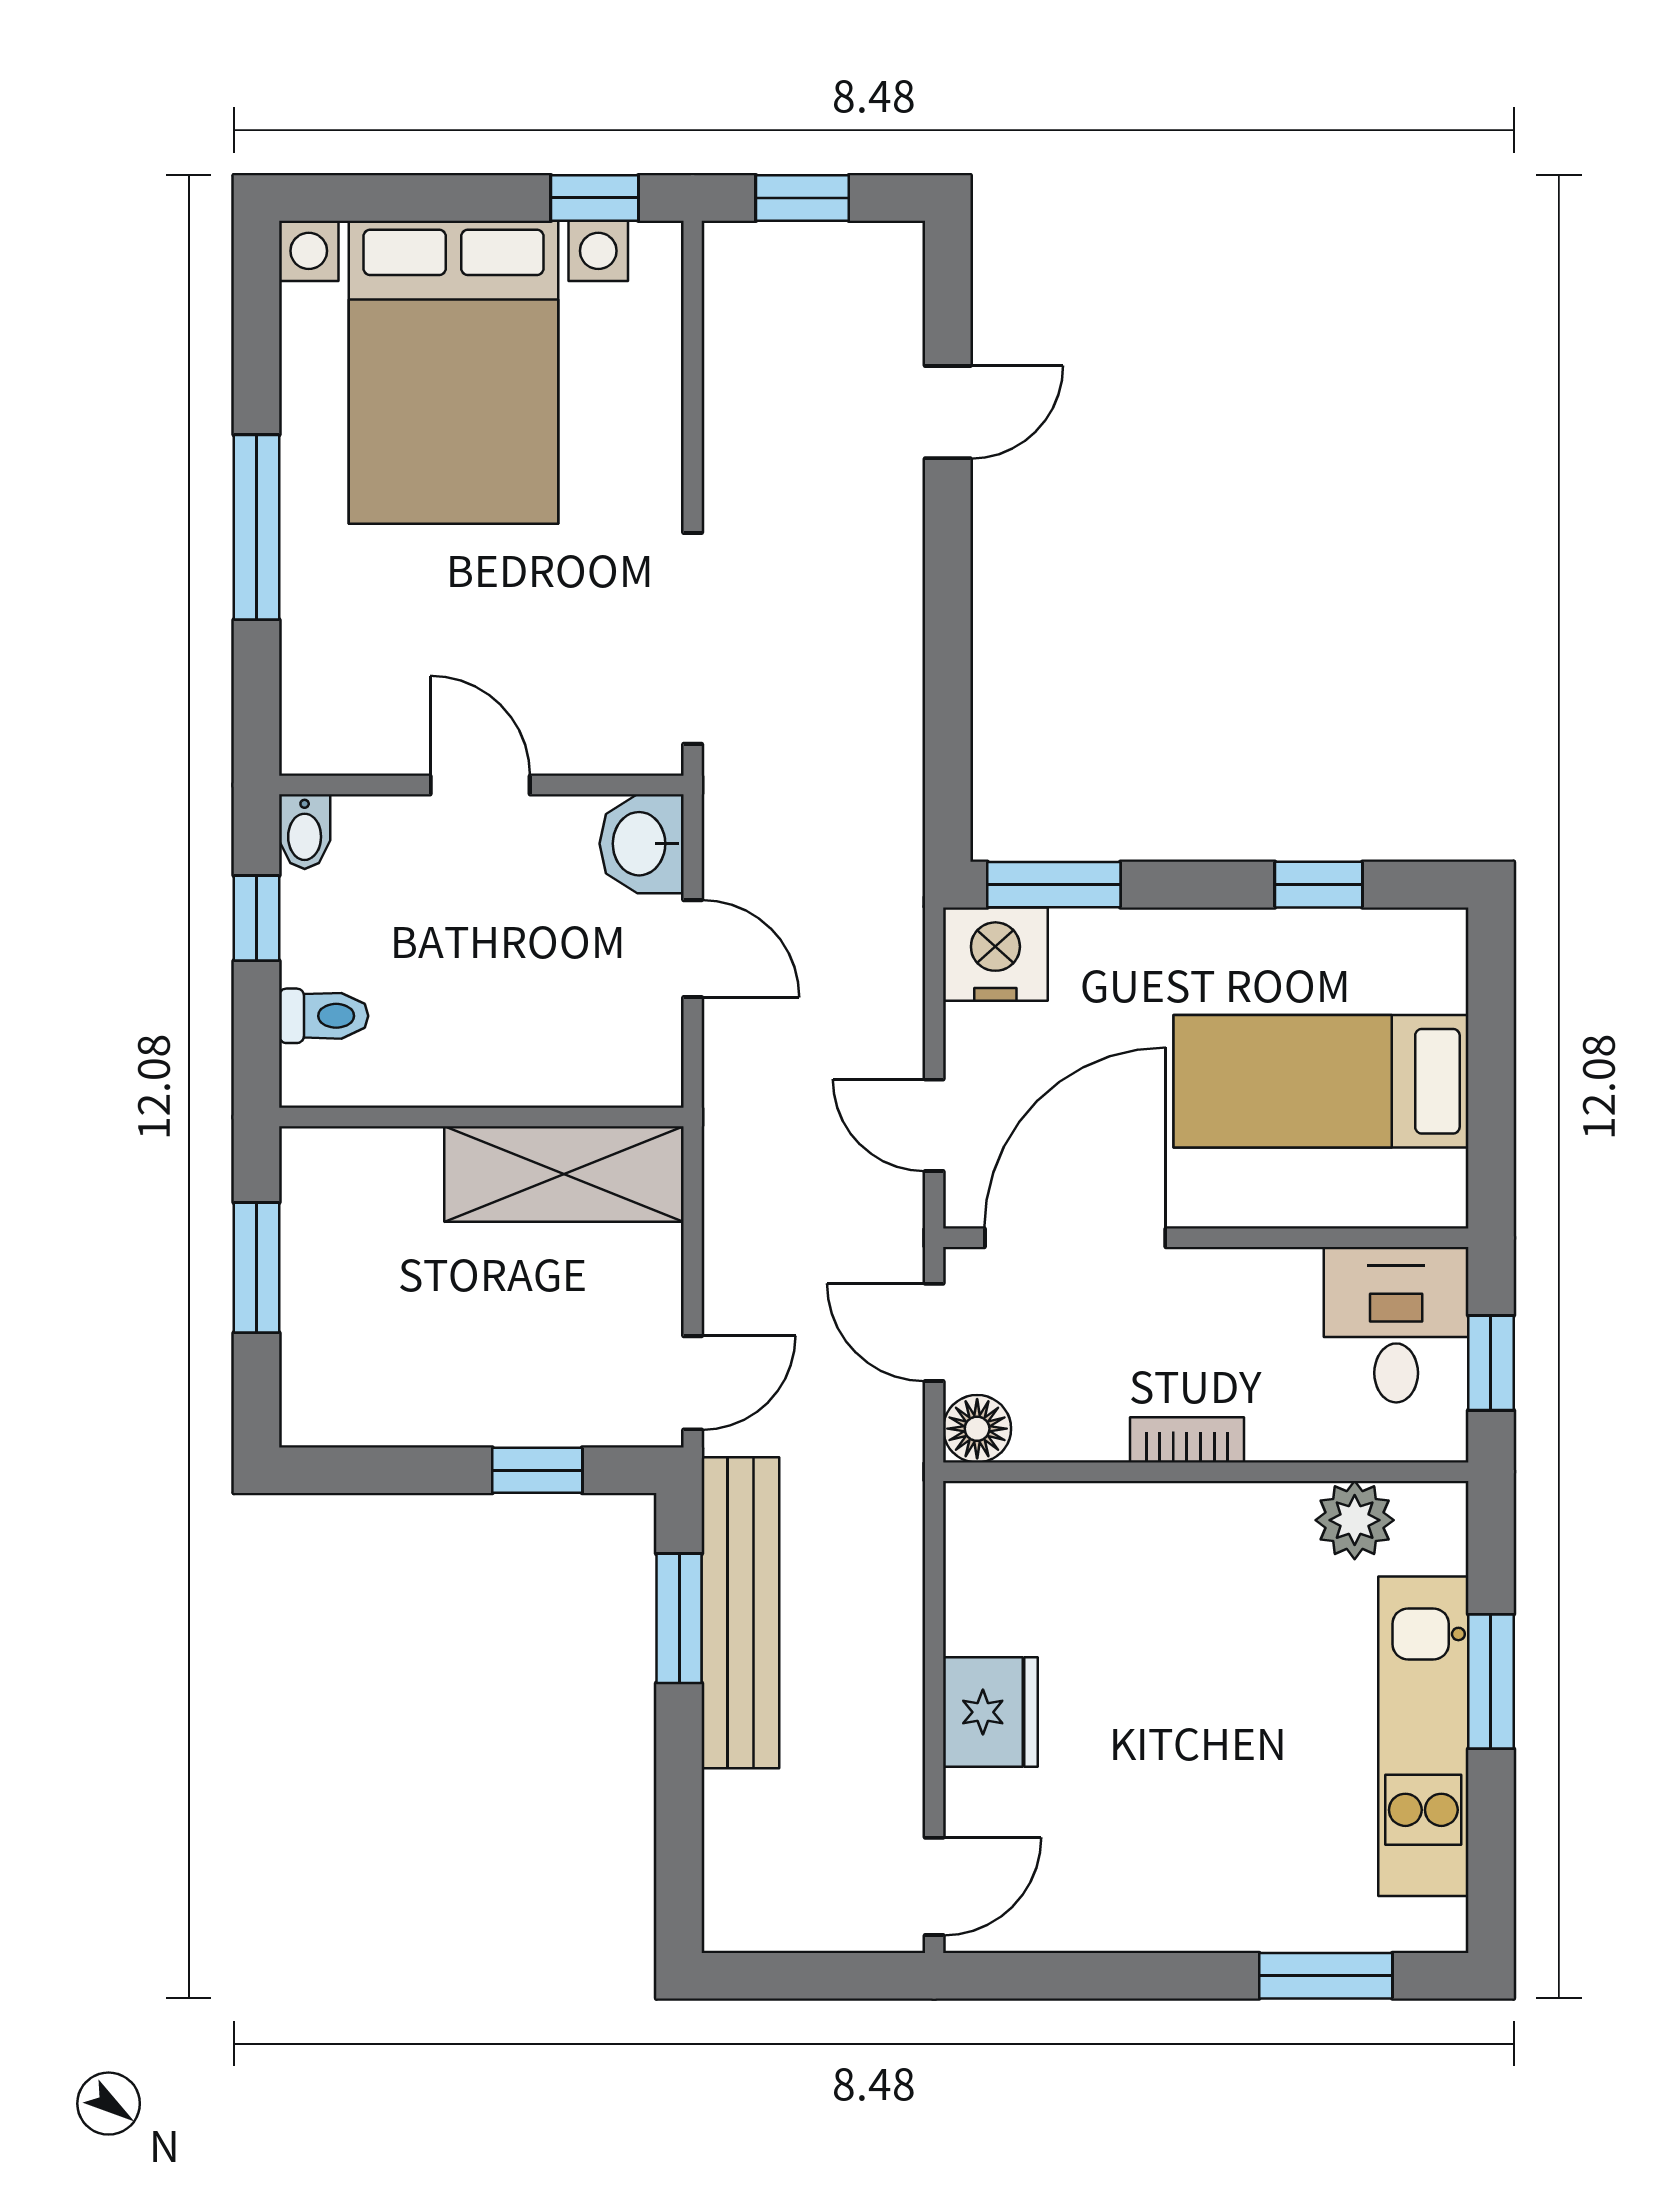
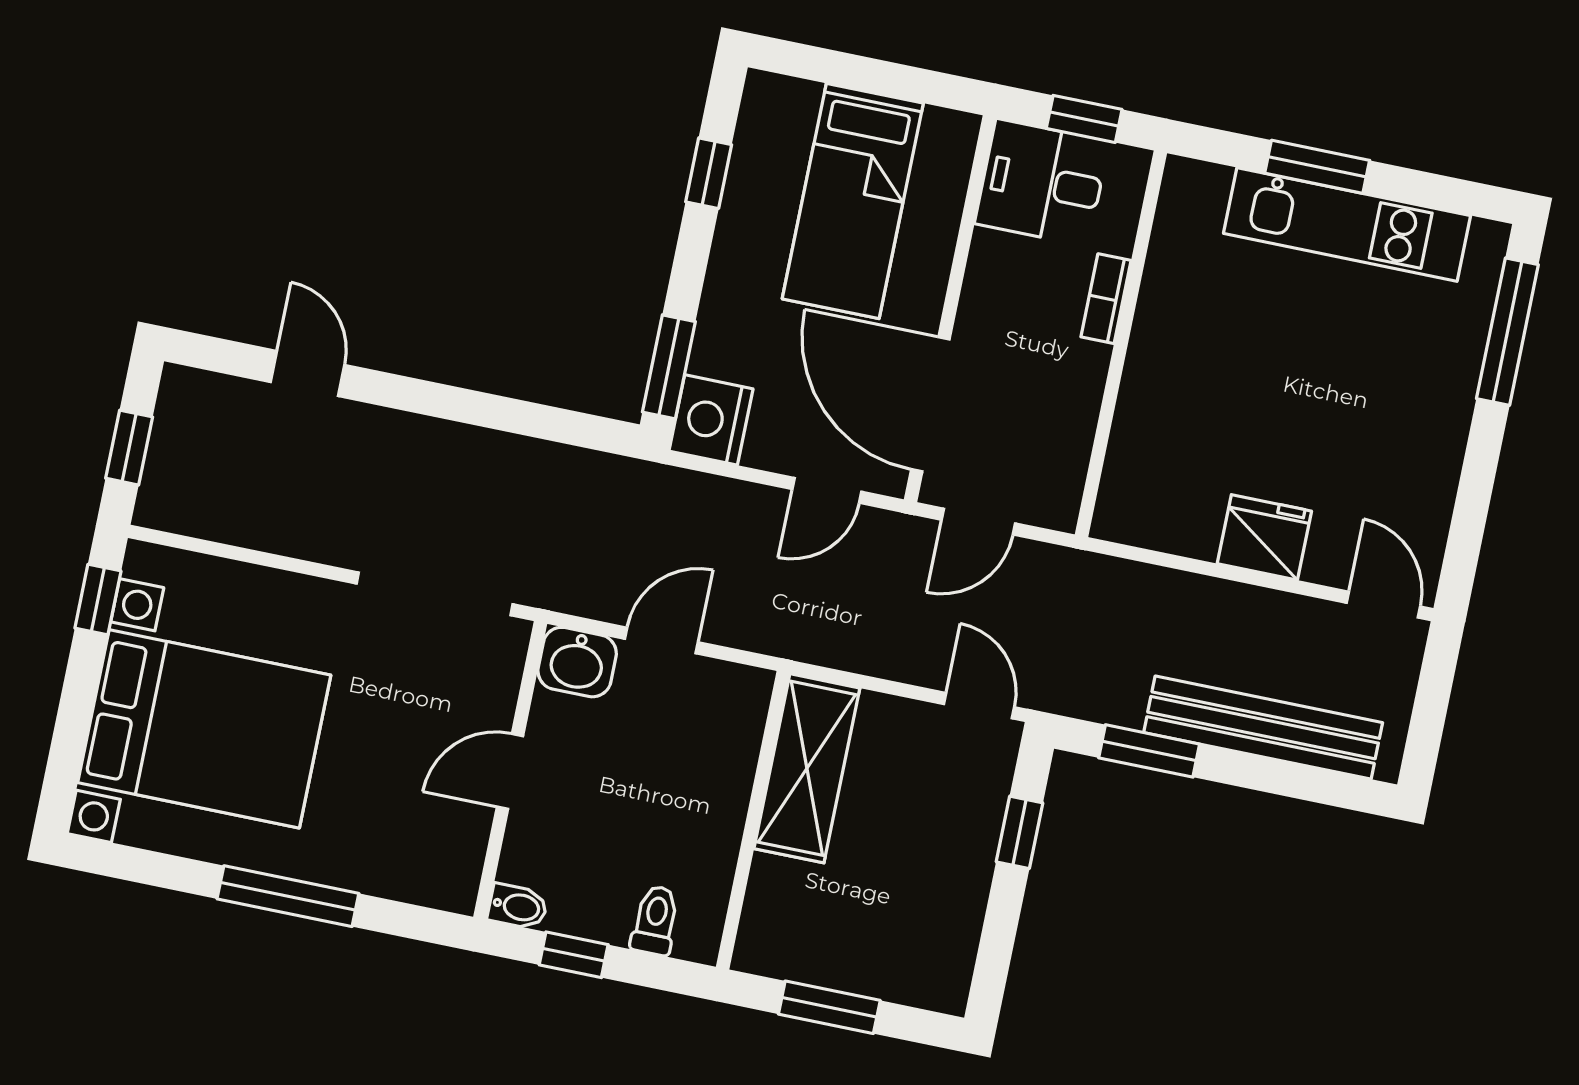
floor lamp: (977, 1429) -> (1055, 505), removed
bookcase: (1187, 1440) -> (1106, 299), moved
plant: (1355, 1520) -> (1179, 242), removed
bench: (740, 1613) -> (1263, 728), moved
window: (1326, 1976) -> (1507, 332), width x1.44

